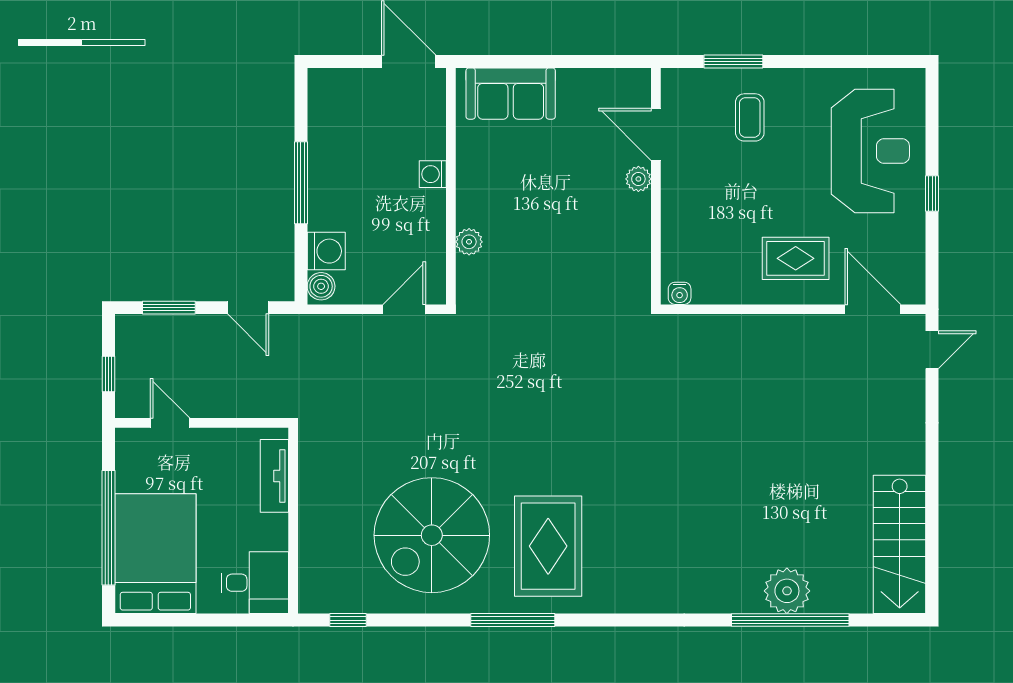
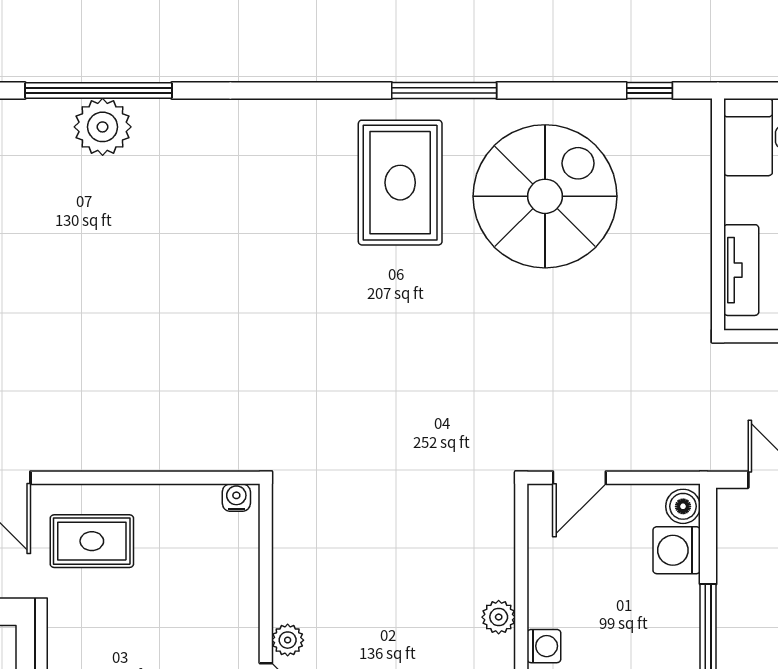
plant: (469, 242) -> (499, 617), moved

